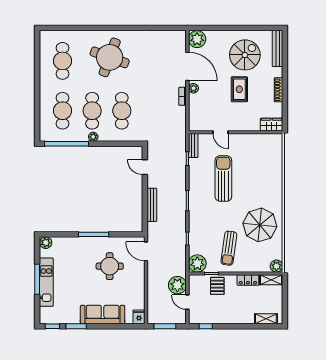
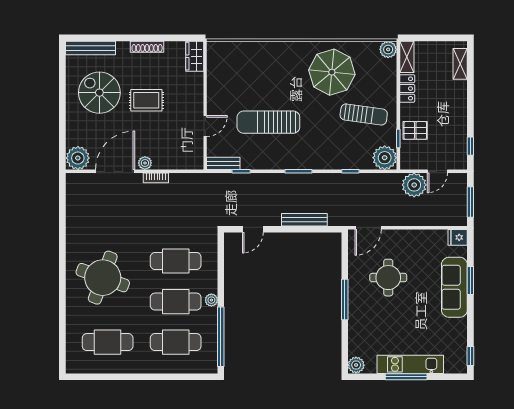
window: (76, 326) -> (470, 280), moved

